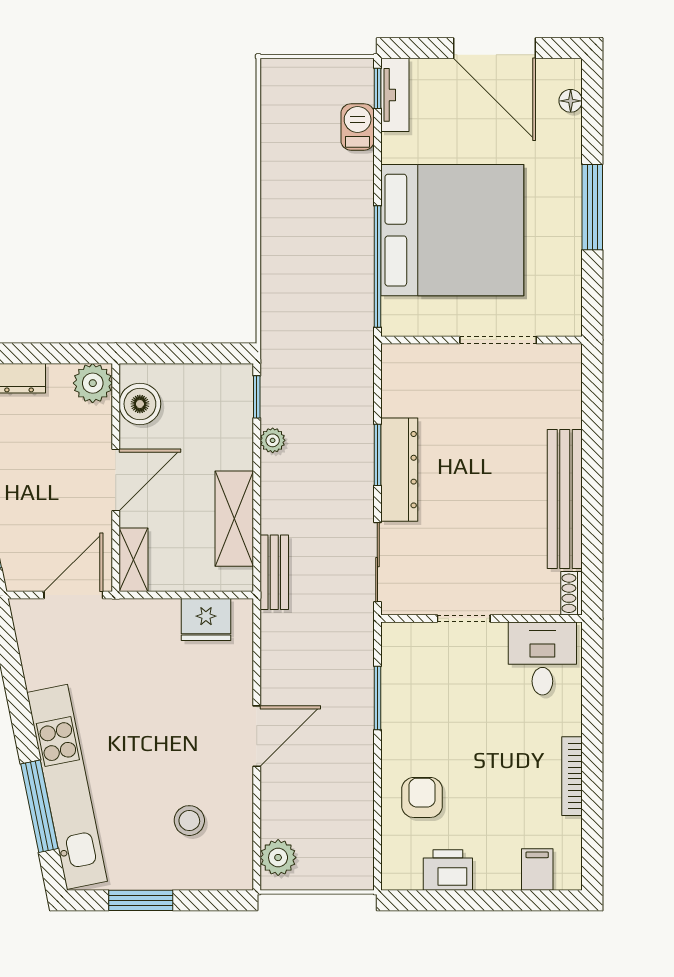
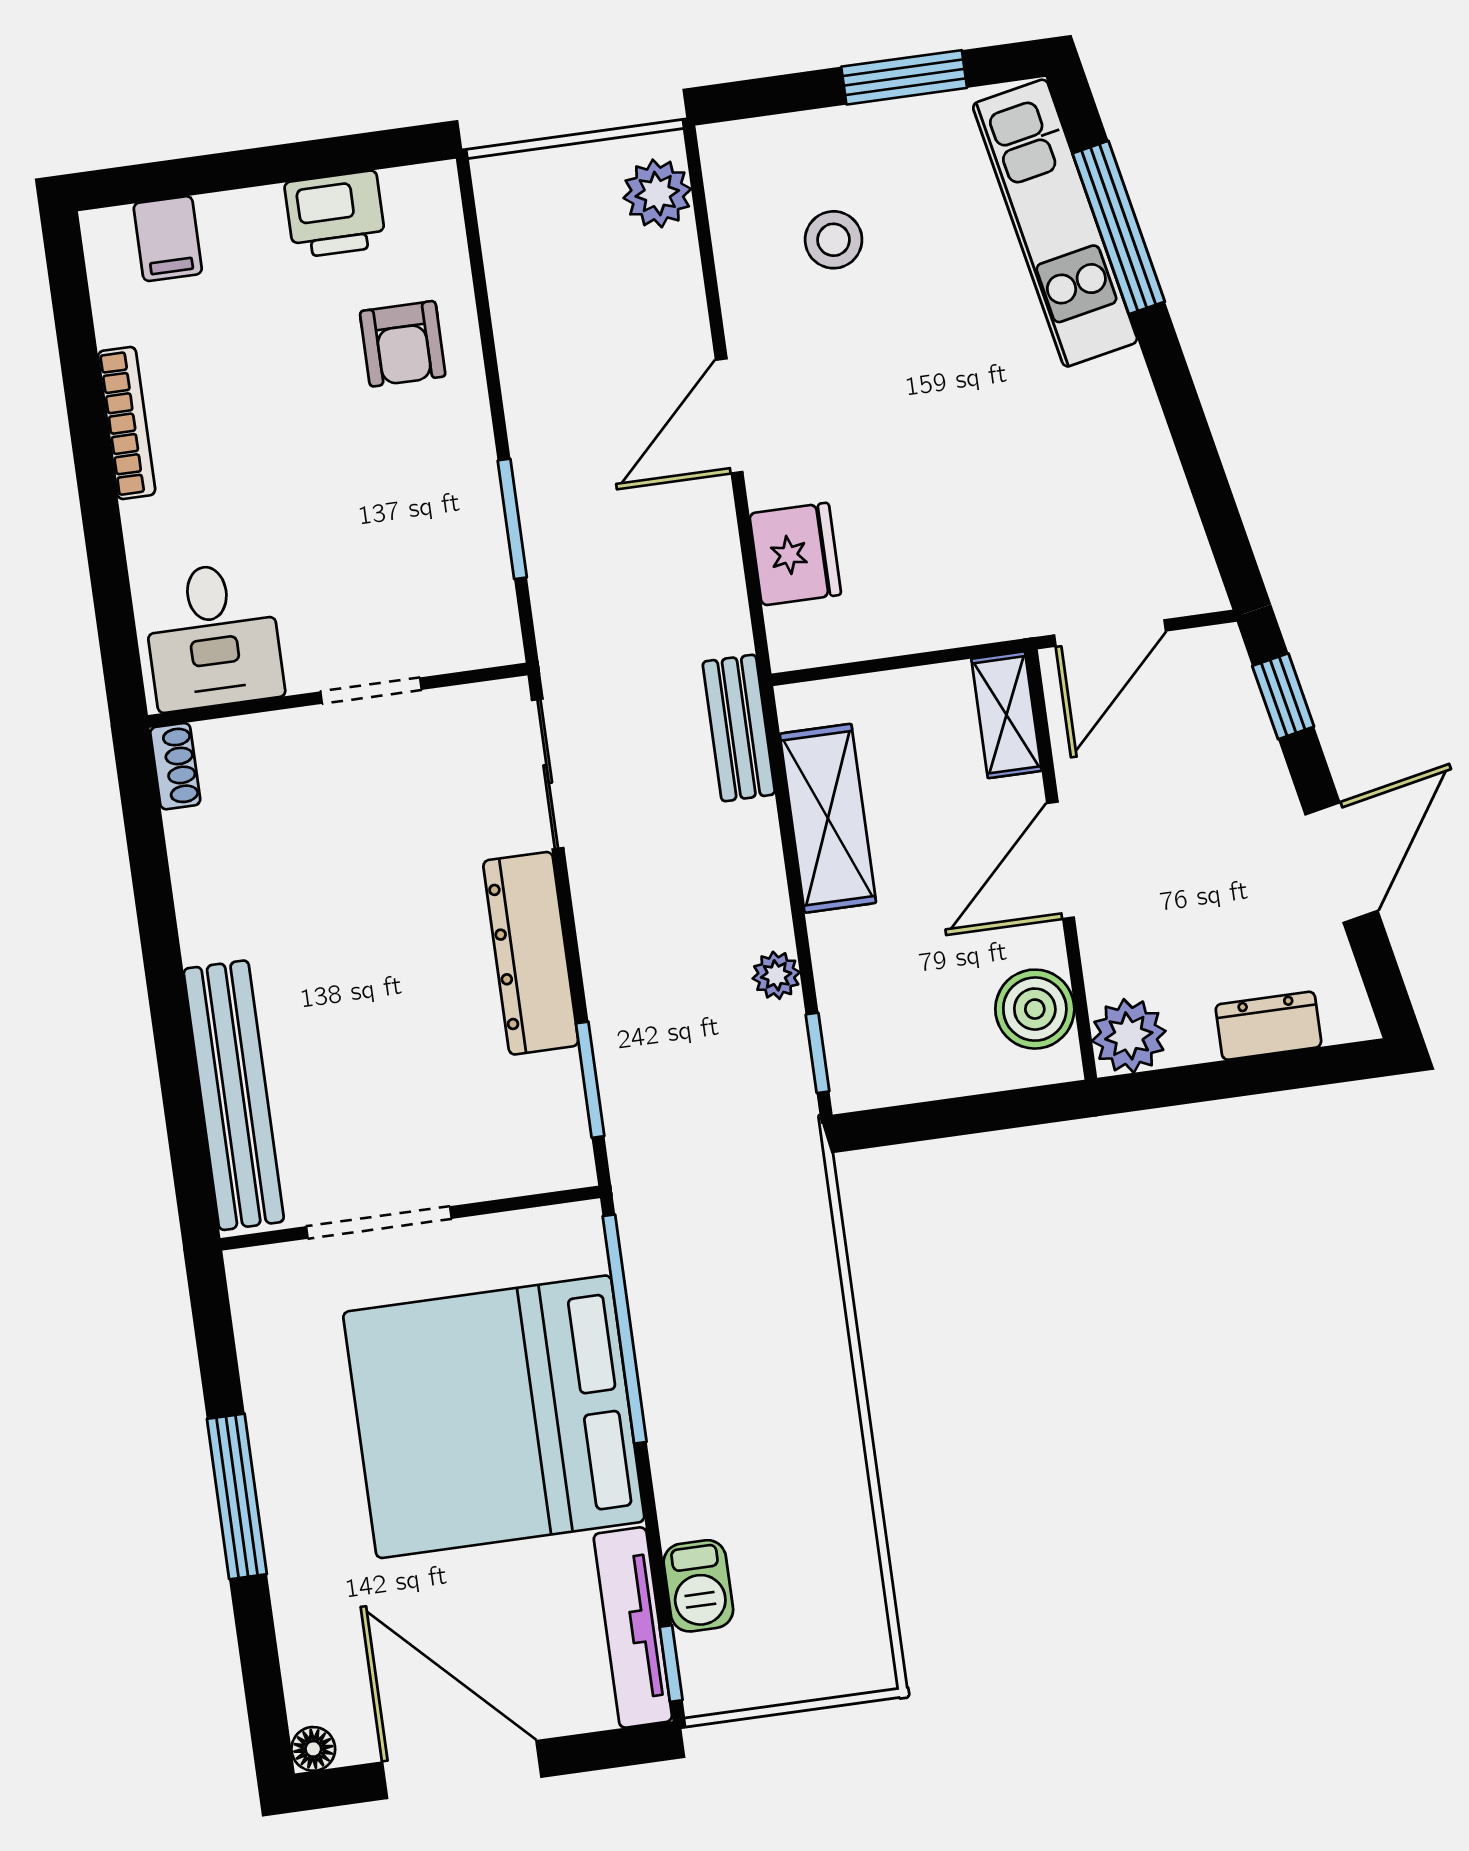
tv unit: (395, 95) -> (633, 1628), width x1.41
floor lamp: (571, 101) -> (313, 1749), moved
window: (377, 455) -> (590, 1080), moved
bench: (565, 499) -> (234, 1095), moved
fridge: (206, 620) -> (795, 554), moved, turned 90
kitchen unit: (67, 787) -> (1055, 223), width x0.73

